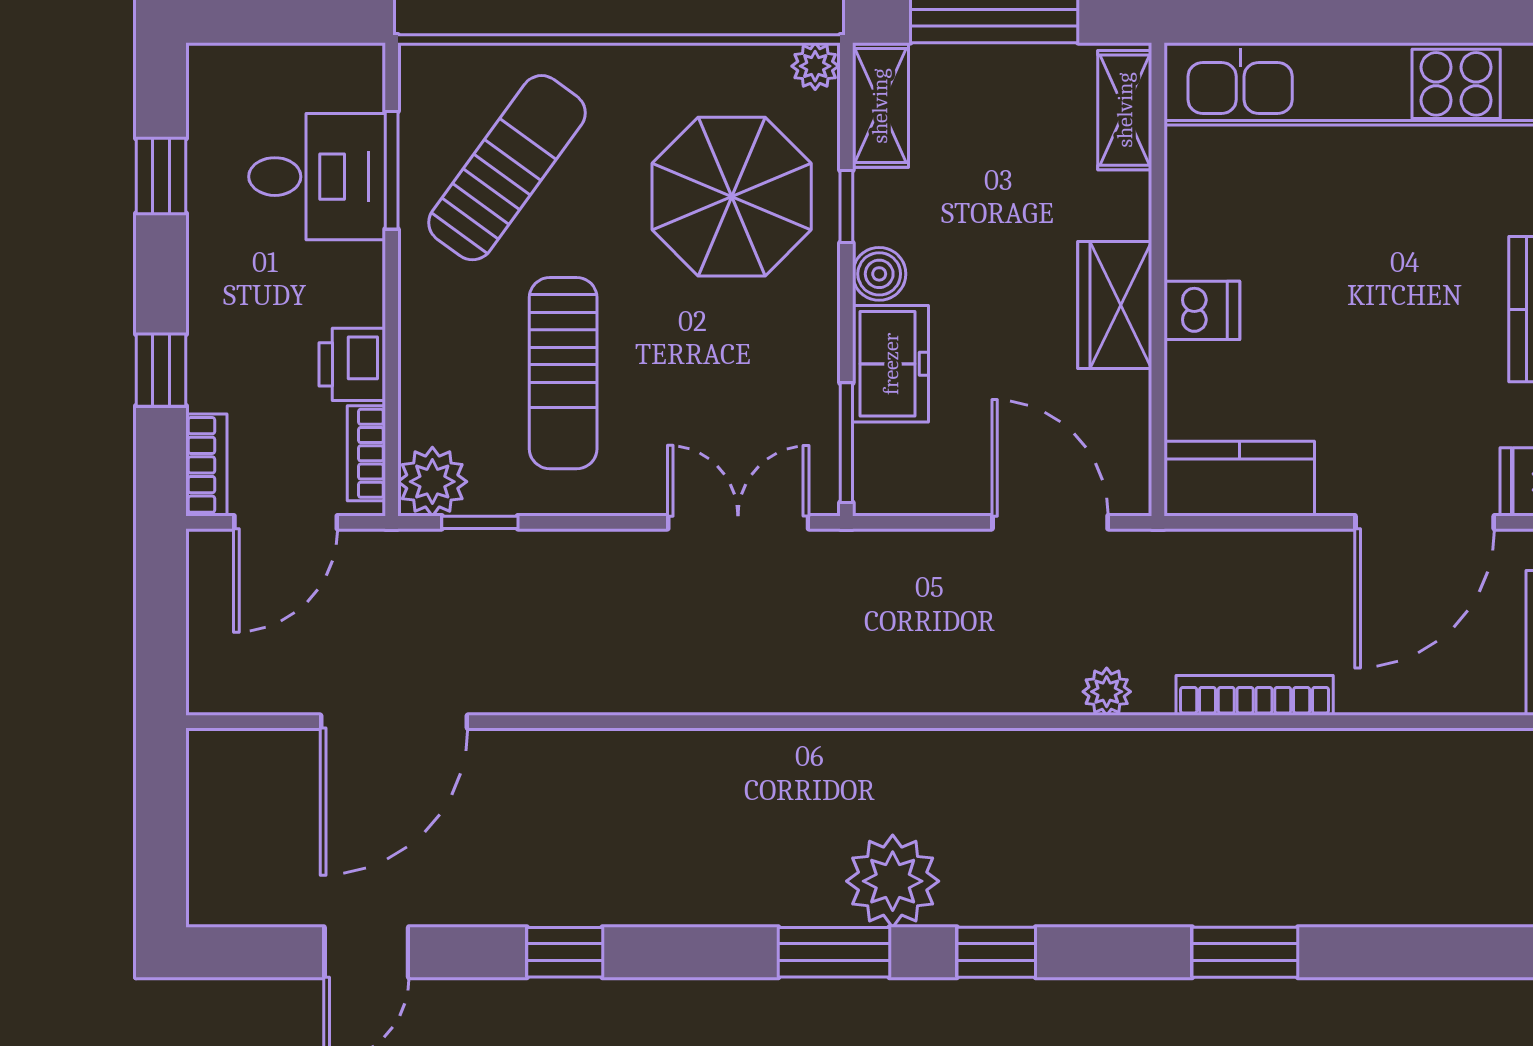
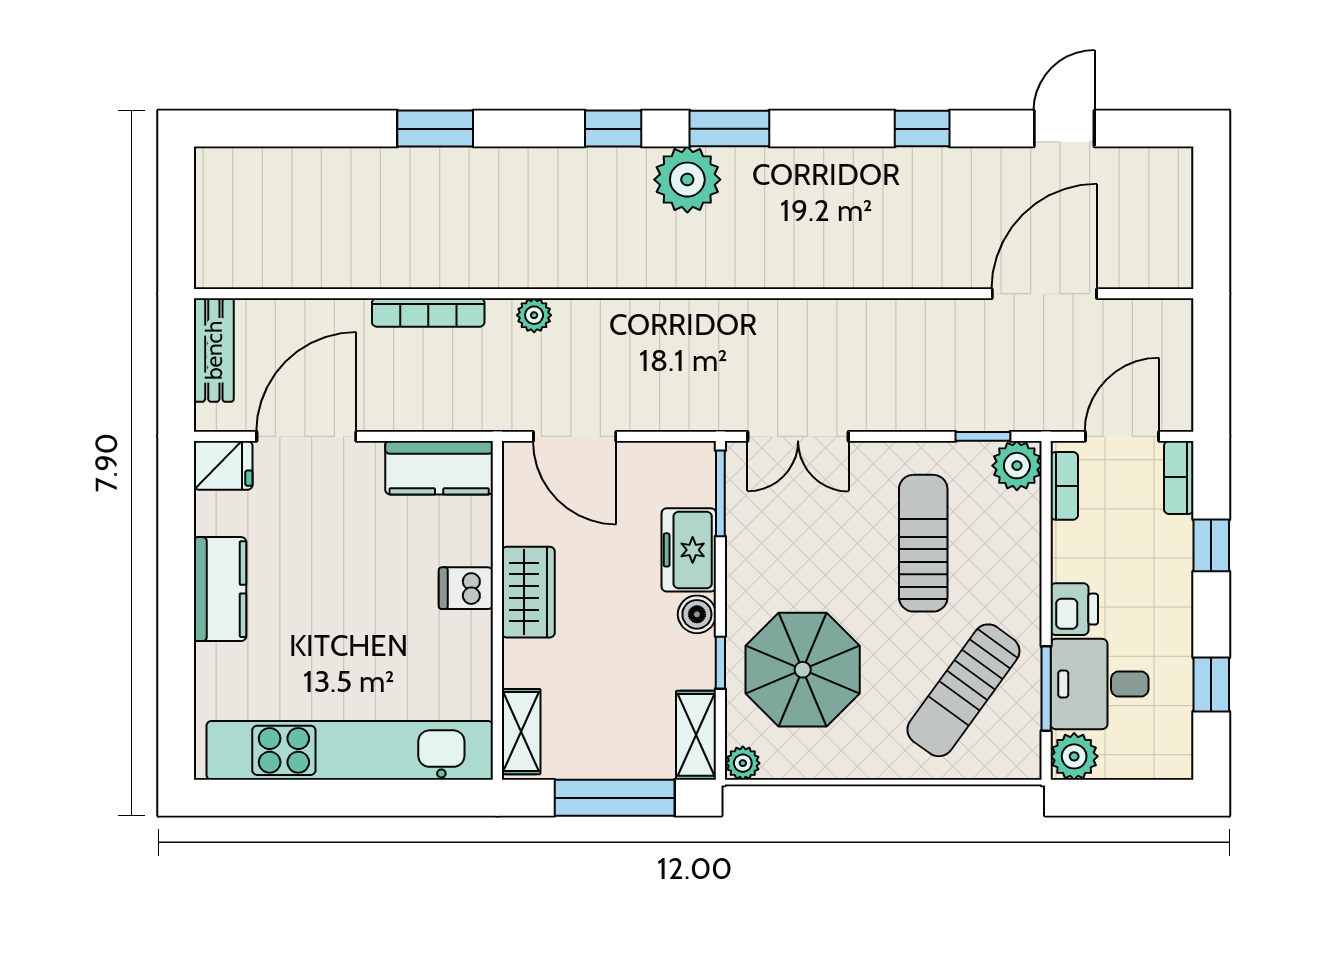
plant: (352, 75) -> (1074, 756), added
printer: (352, 364) -> (1074, 609), moved

